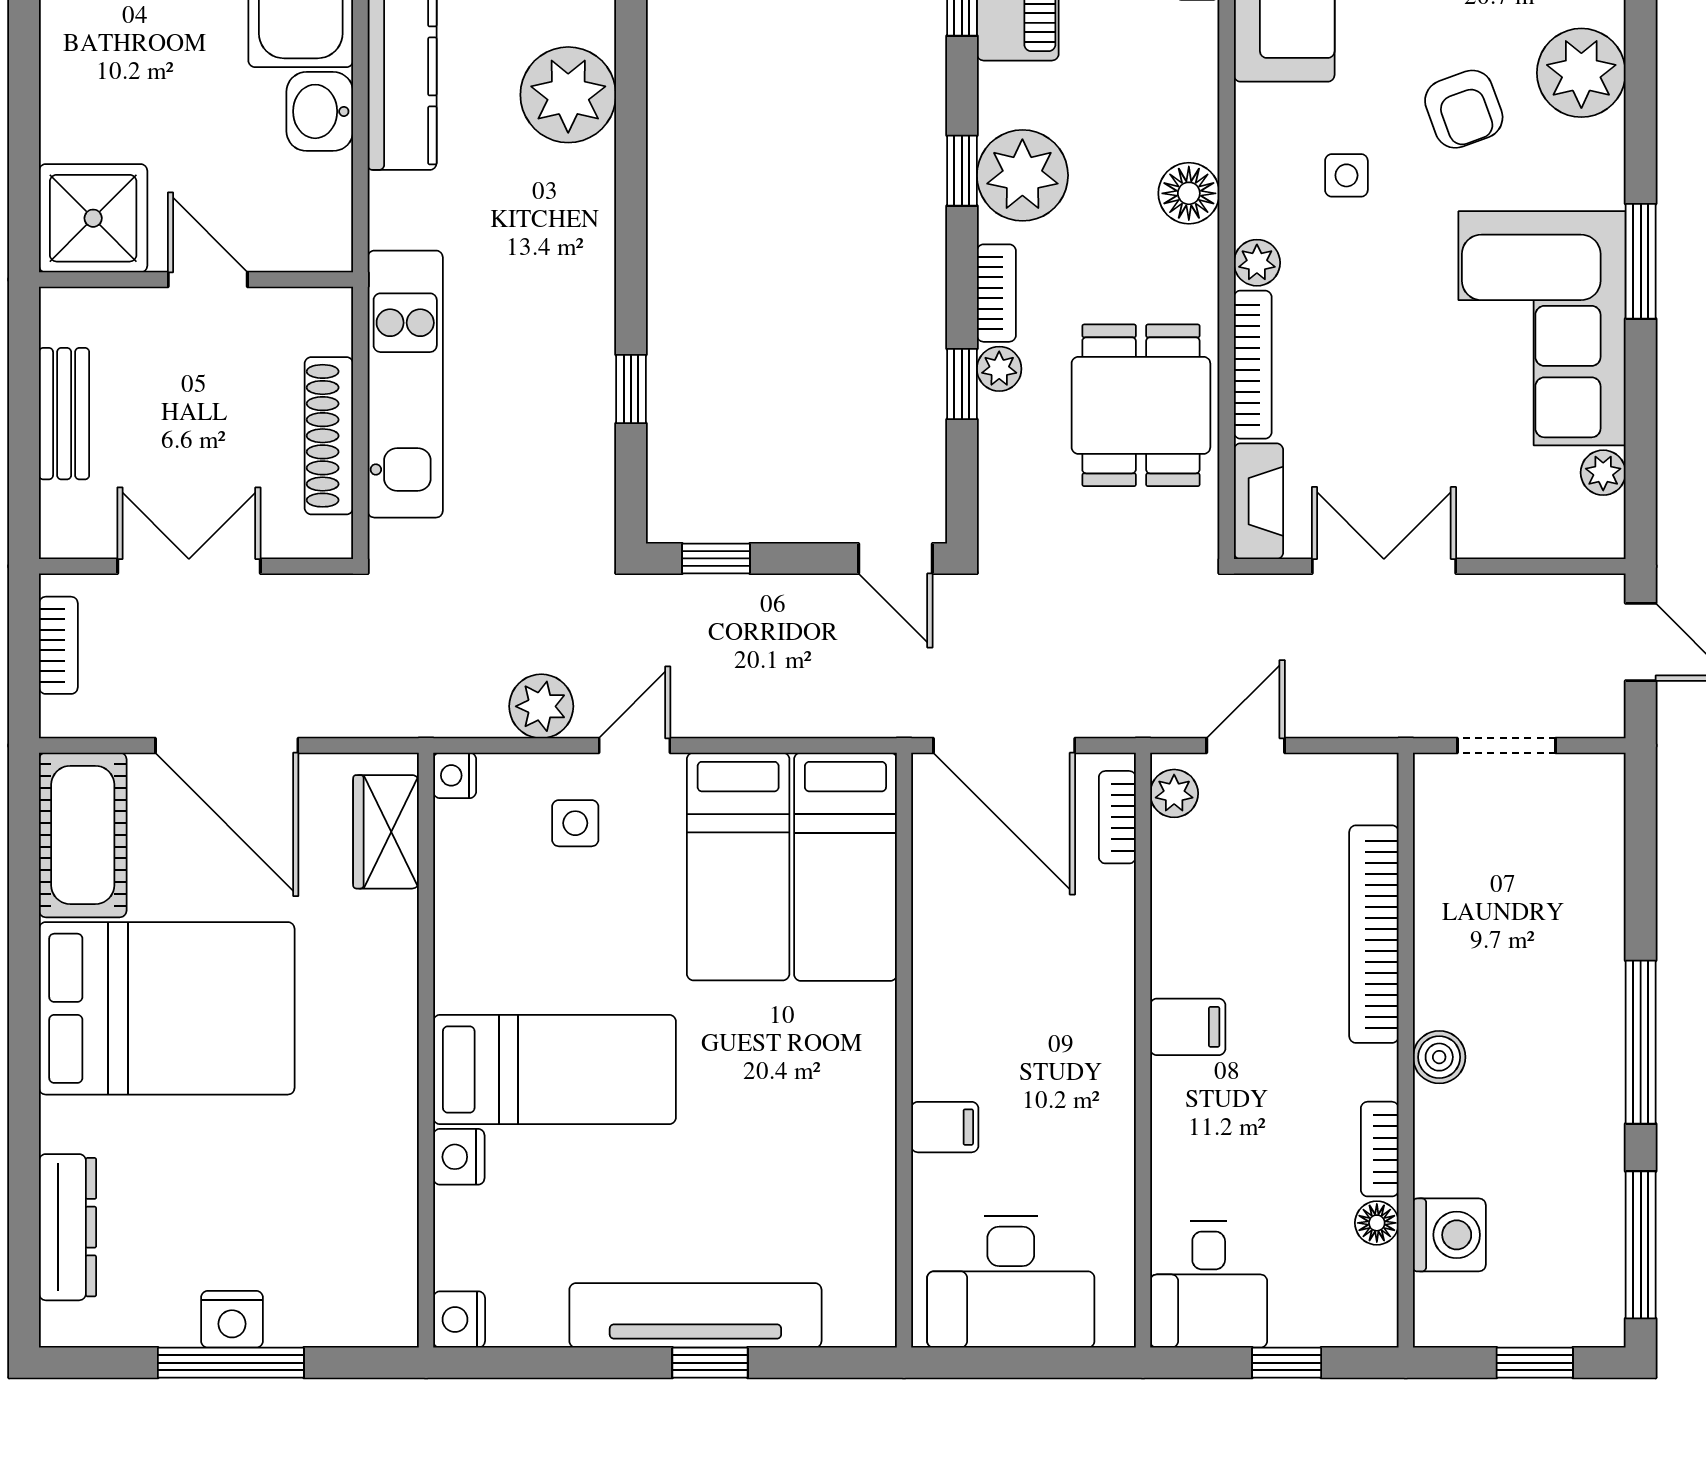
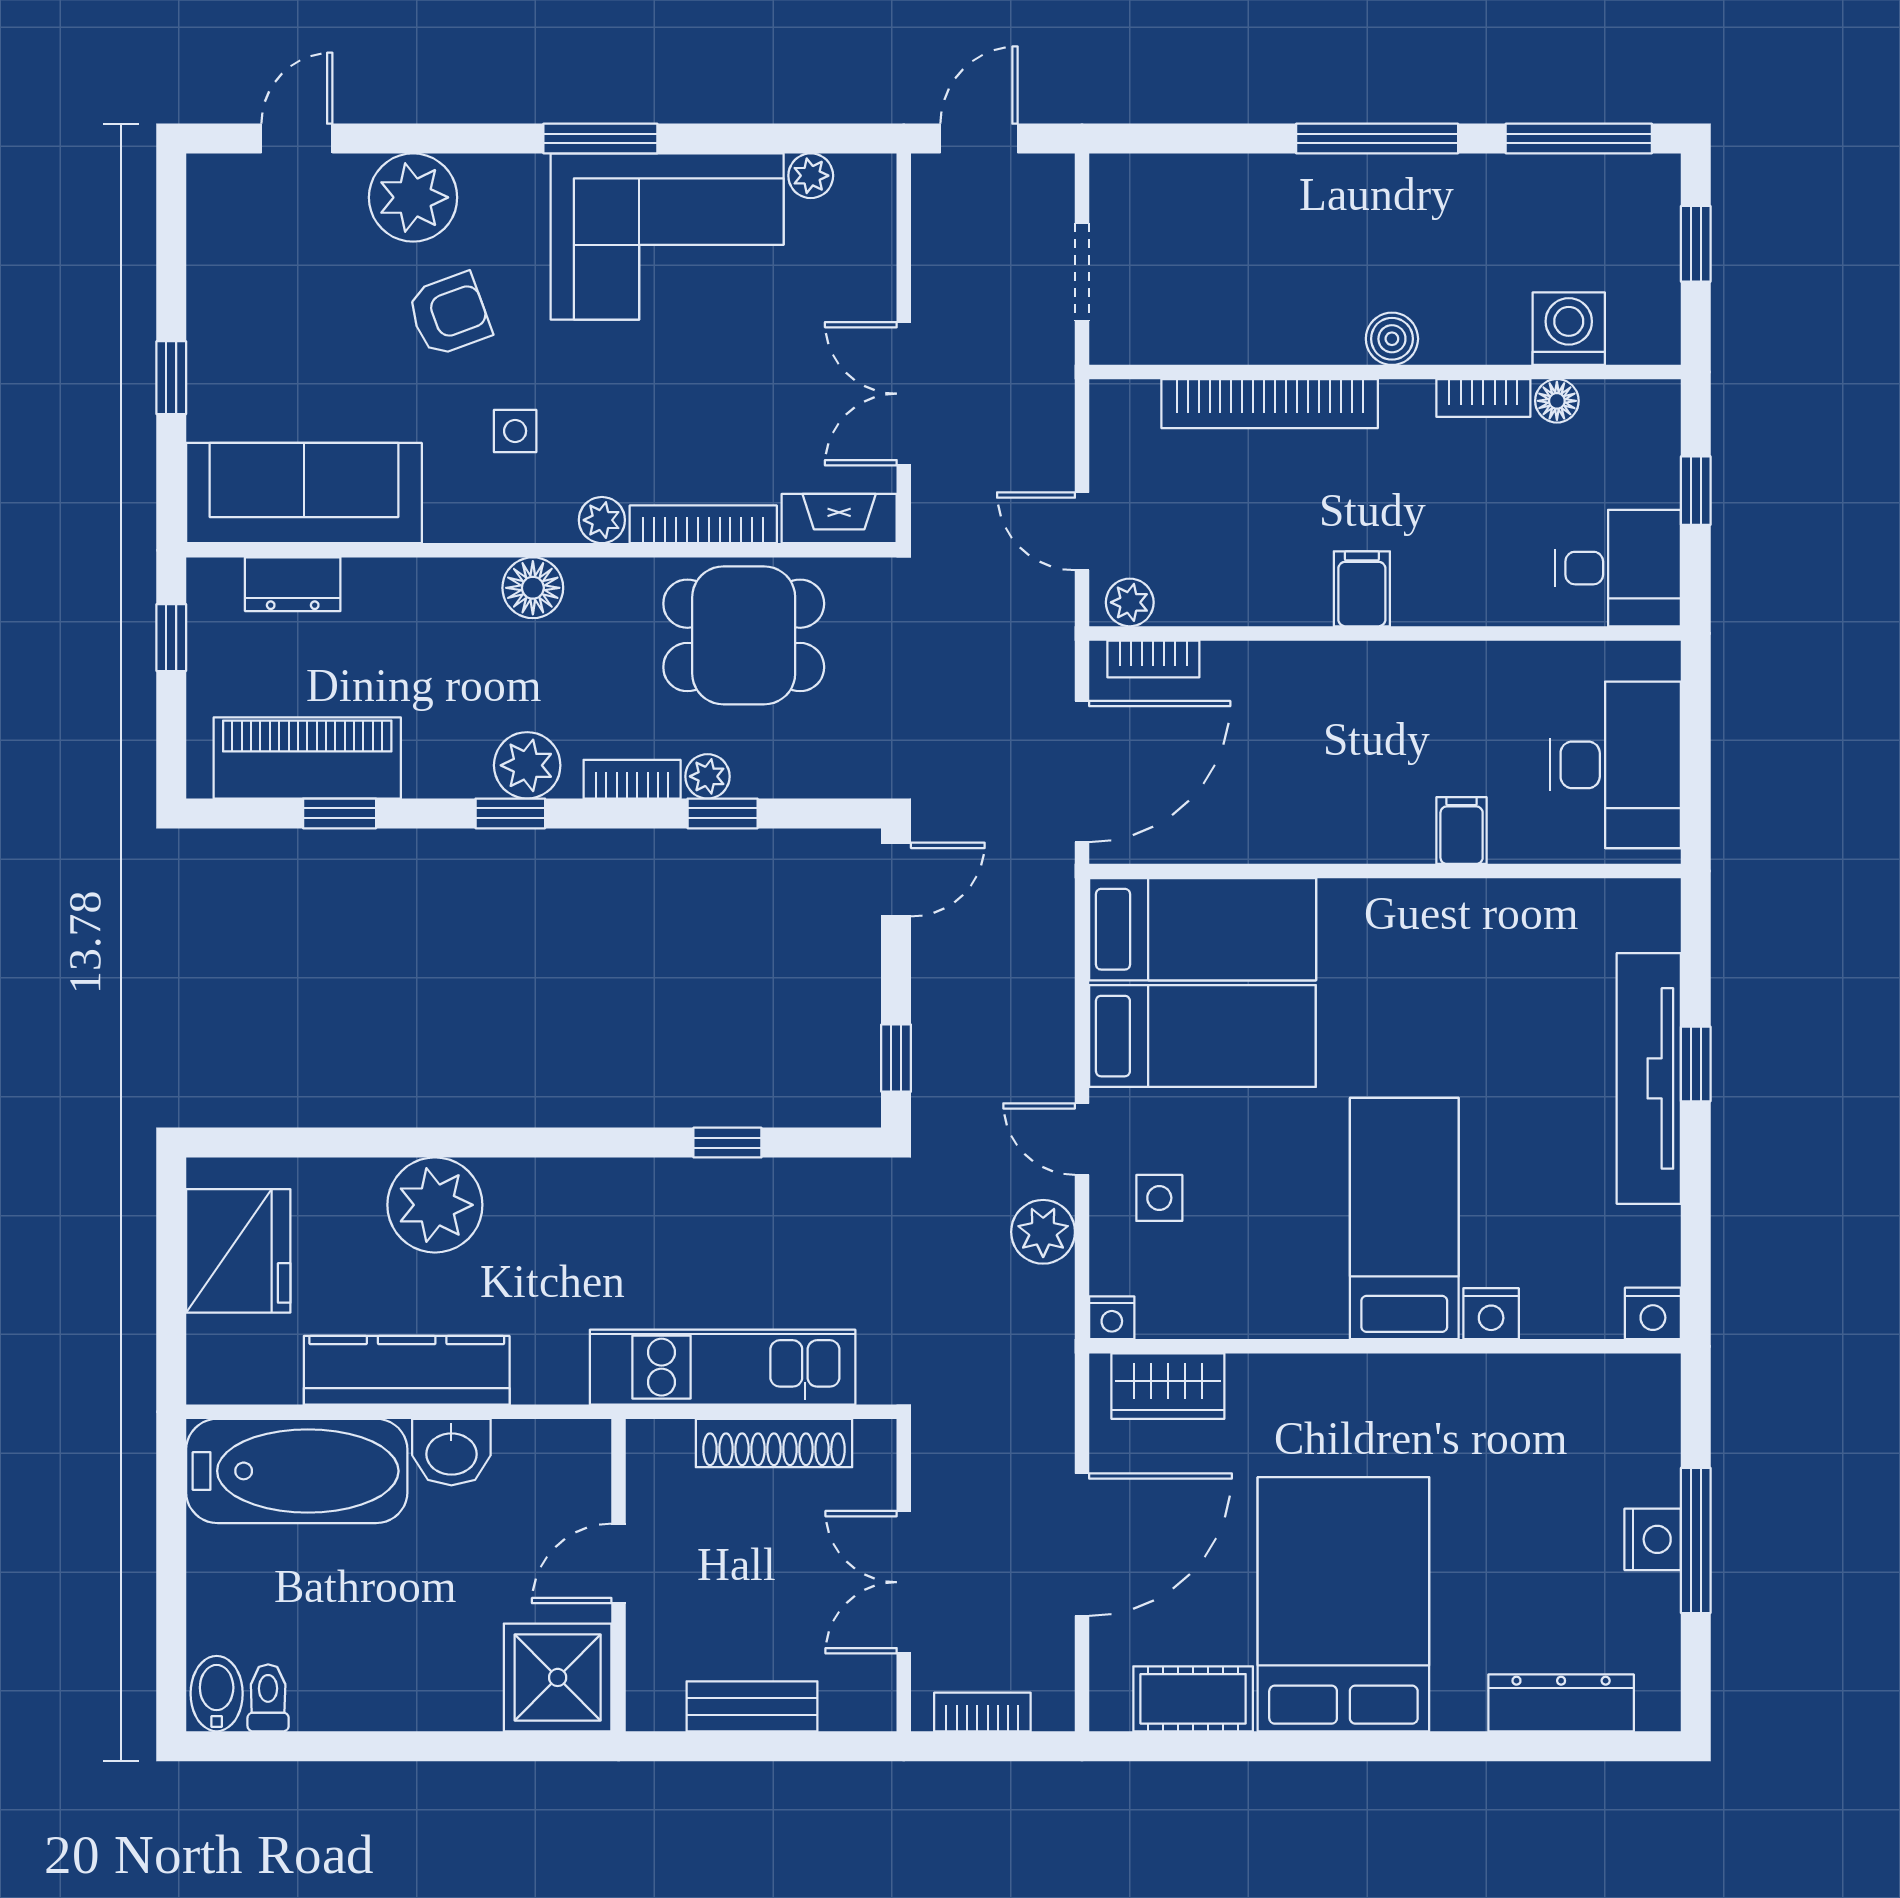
plant: (1022, 175) -> (527, 765), width x0.73, depth x0.73
cot: (83, 835) -> (1193, 1699), width x0.73, depth x0.75

